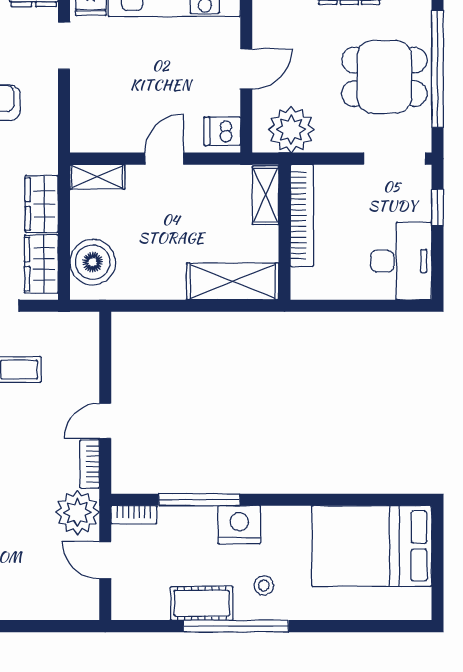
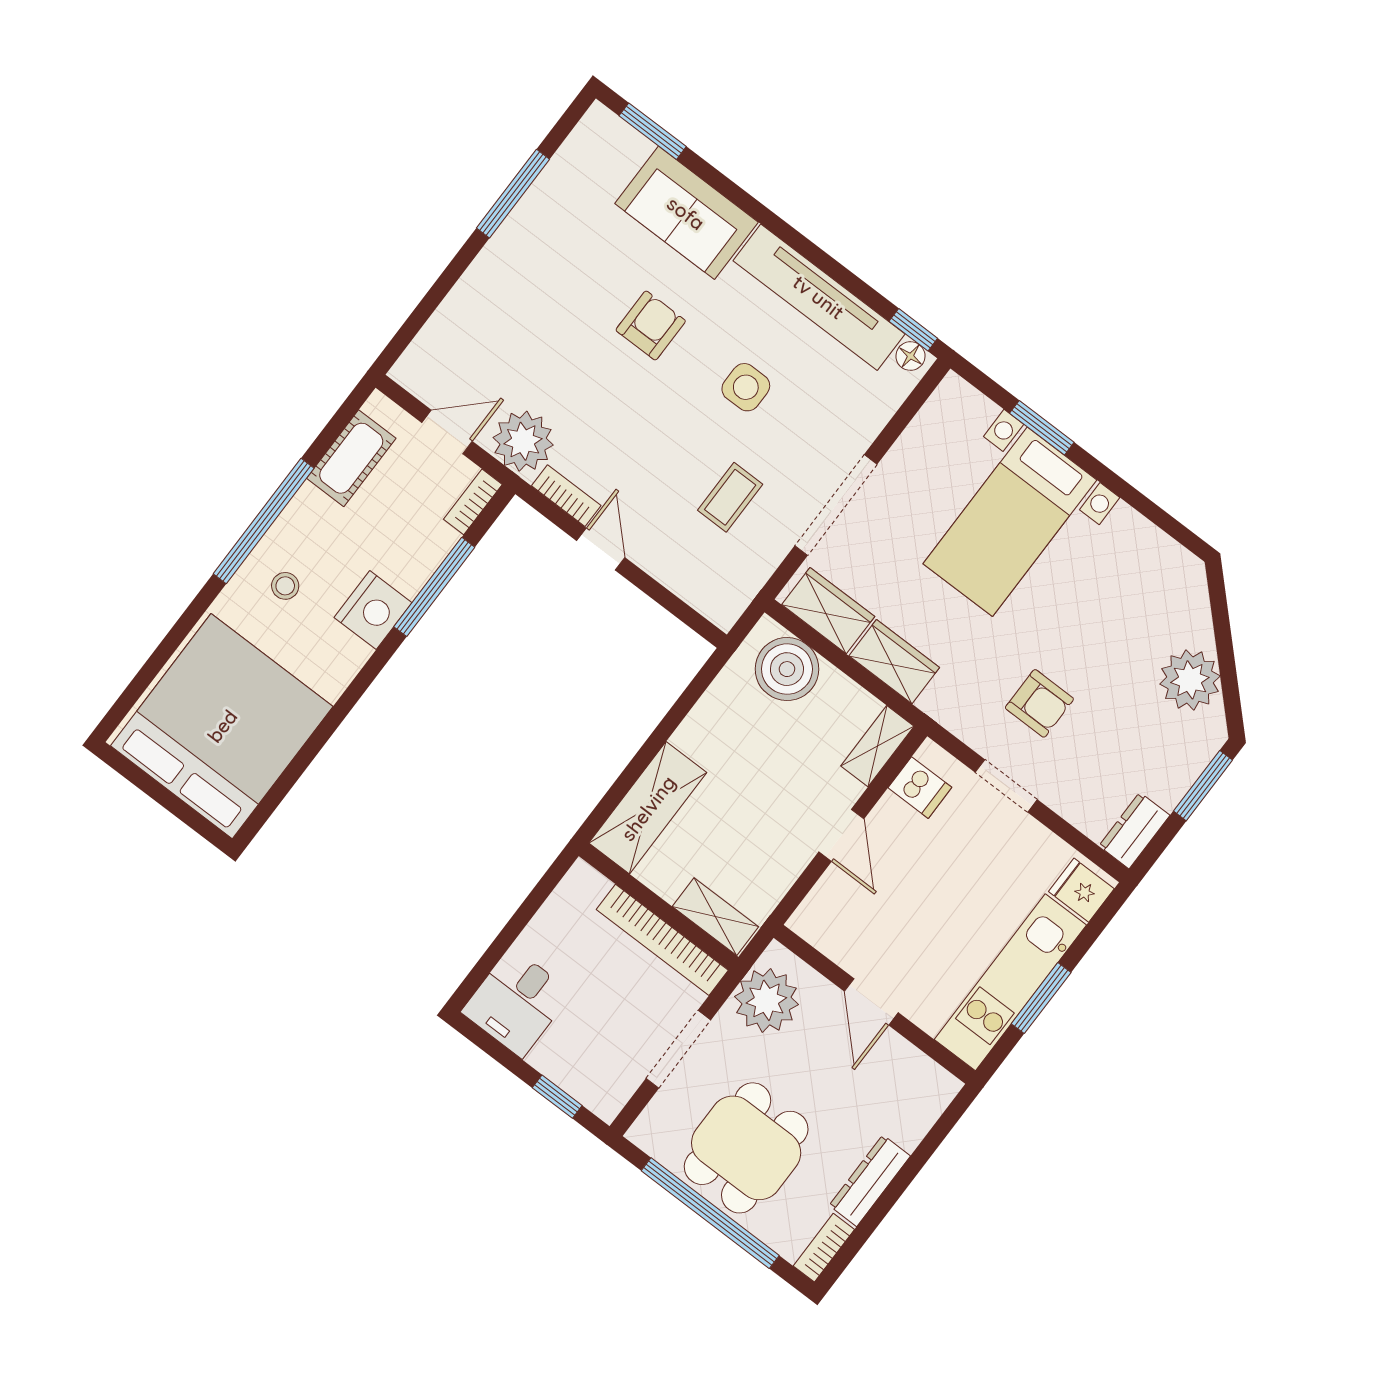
doorway: (64, 46) -> (1006, 786), moved
dishwasher: (222, 131) -> (920, 788), moved, turned 90
doorway: (395, 159) -> (678, 1049), moved
desk: (401, 261) -> (517, 1002), width x0.73
bed: (372, 546) -> (222, 726), width x1.36
cot: (202, 603) -> (351, 458), moved

